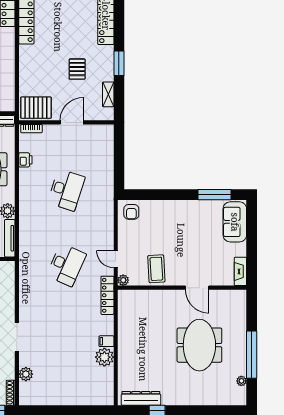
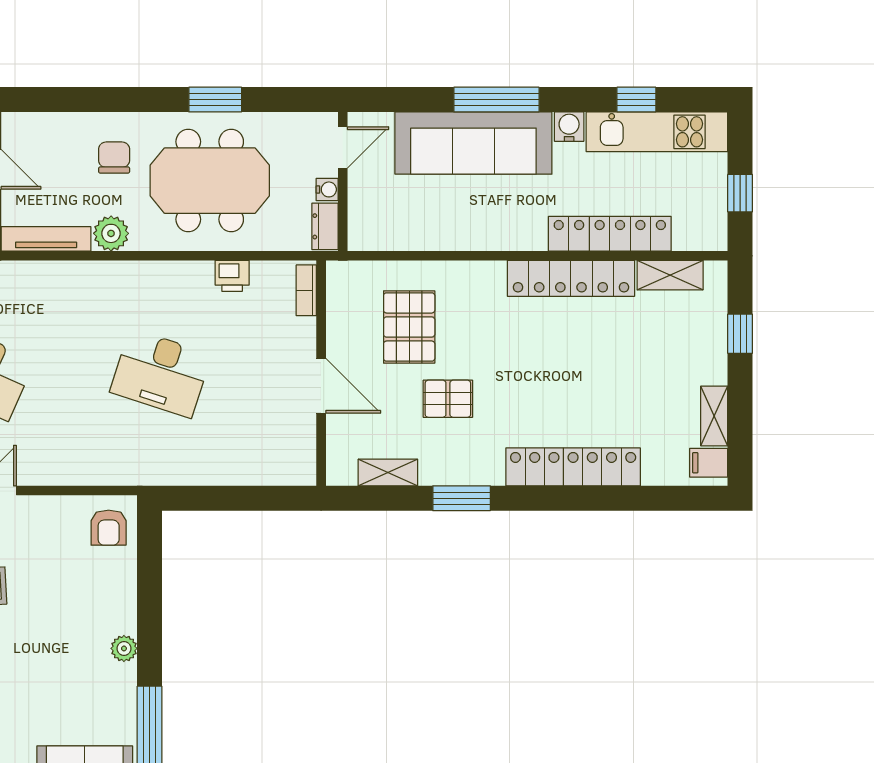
pallet: (36, 108) -> (409, 327), moved
plant: (182, 205) -> (124, 648), added
armchair: (131, 212) -> (109, 528), turned -90

